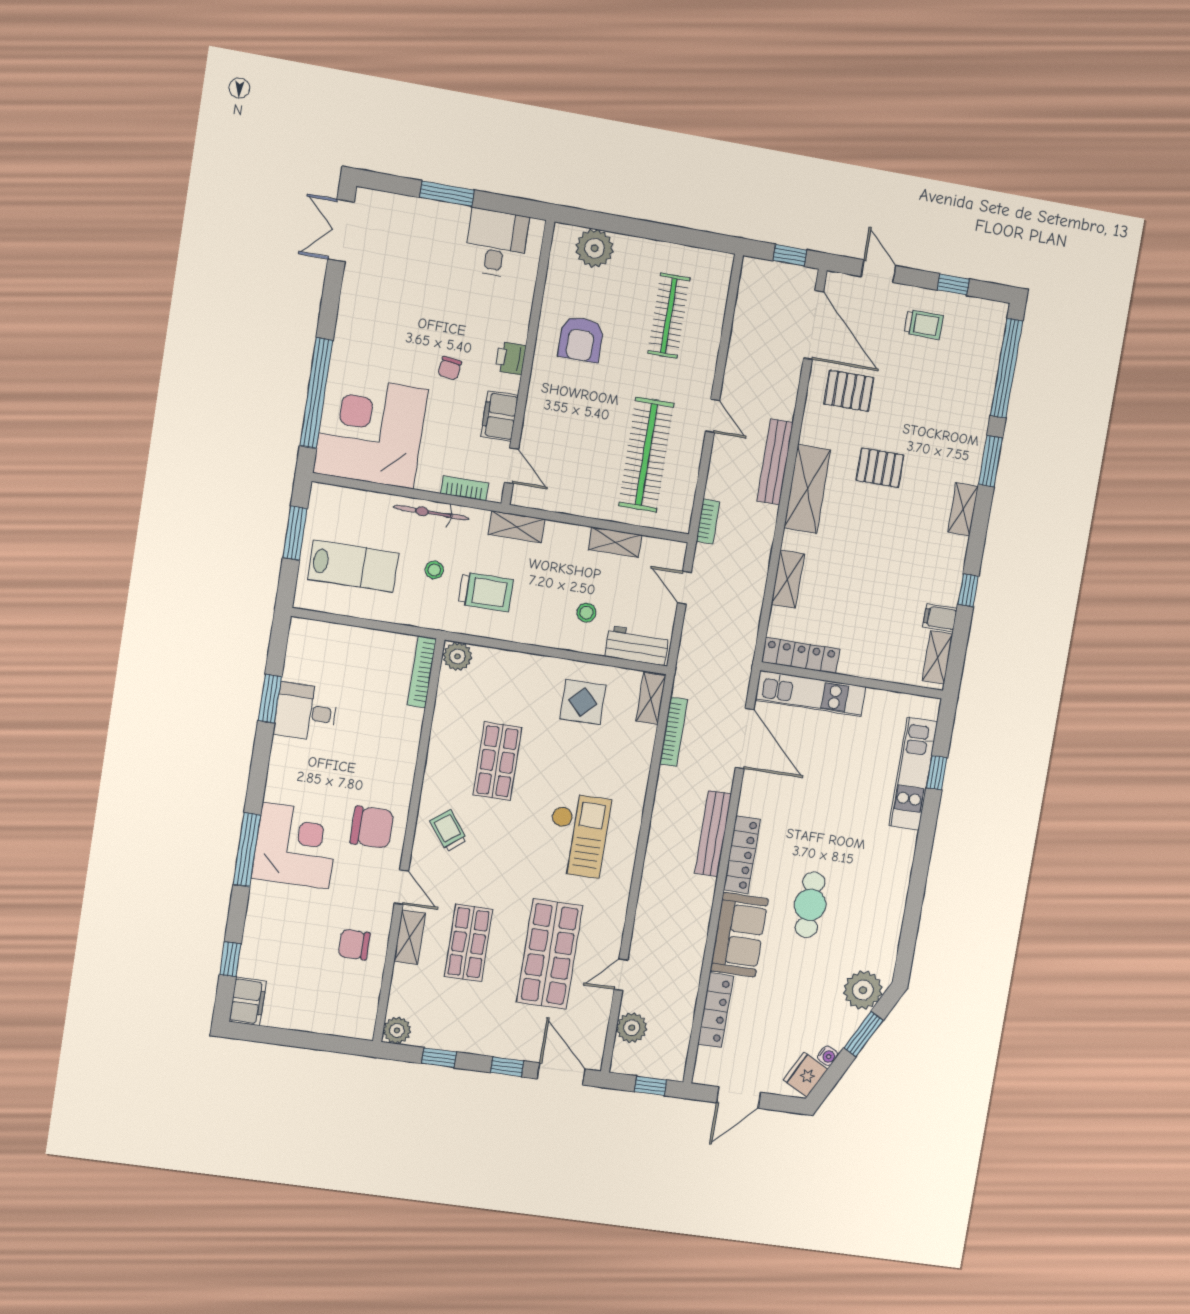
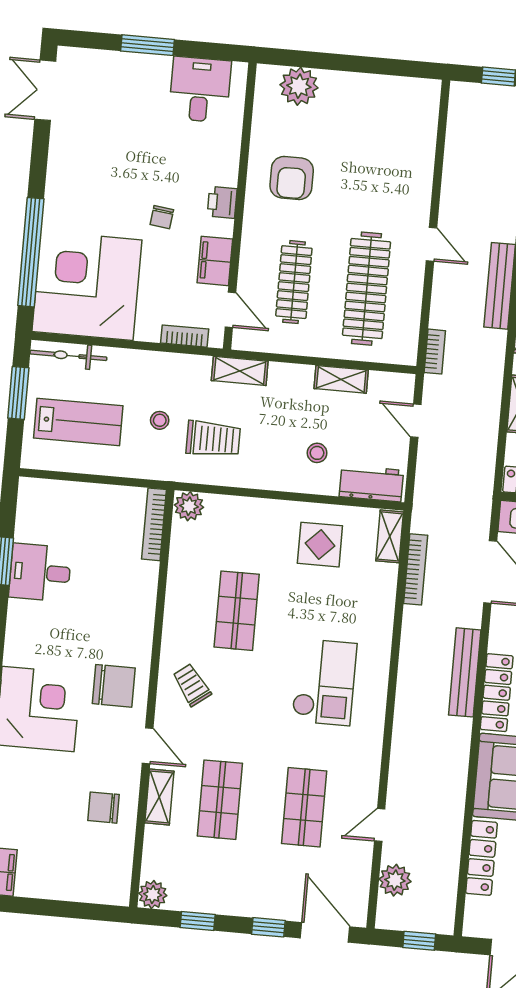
clothes rail: (669, 316) -> (294, 282), moved
bicycle: (431, 513) -> (68, 355), moved
shop shelf: (550, 954) -> (304, 807), width x0.70, depth x0.74

